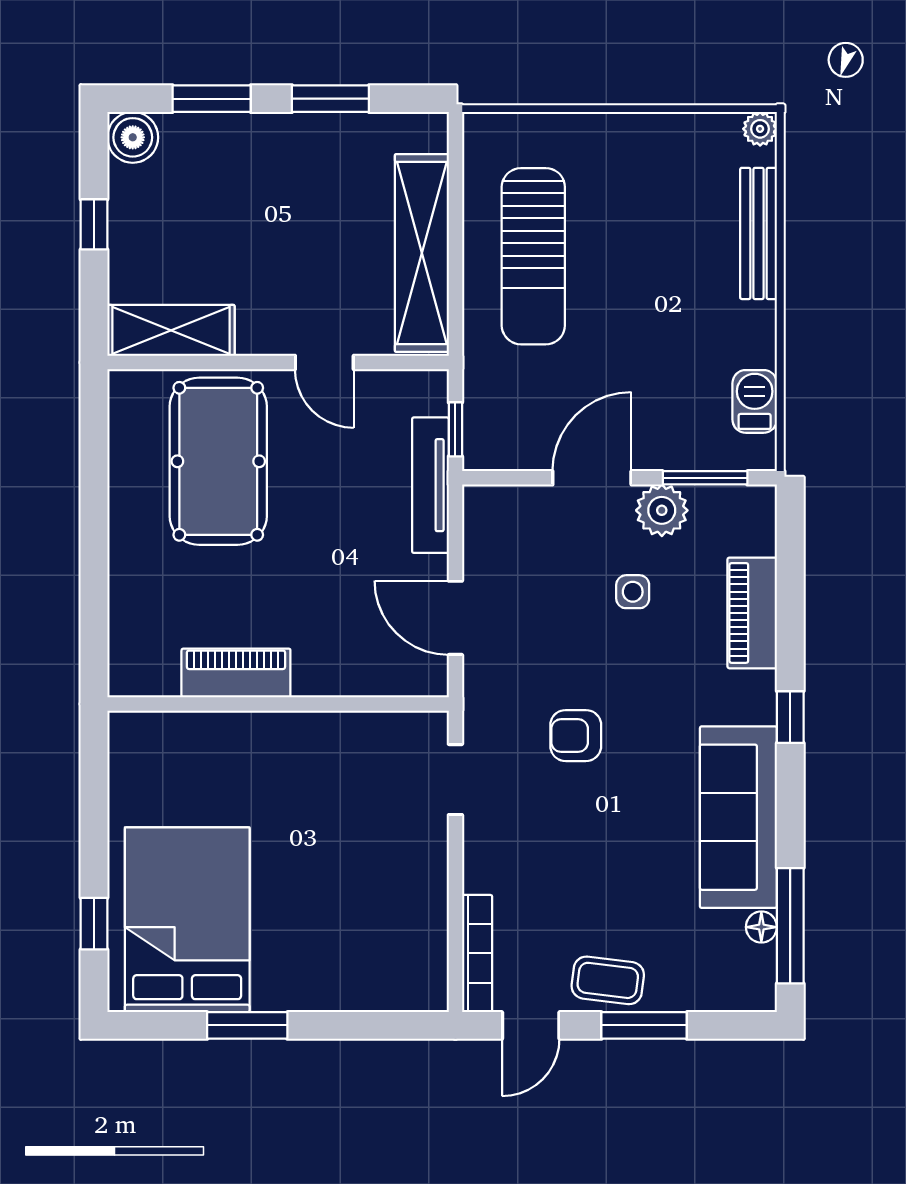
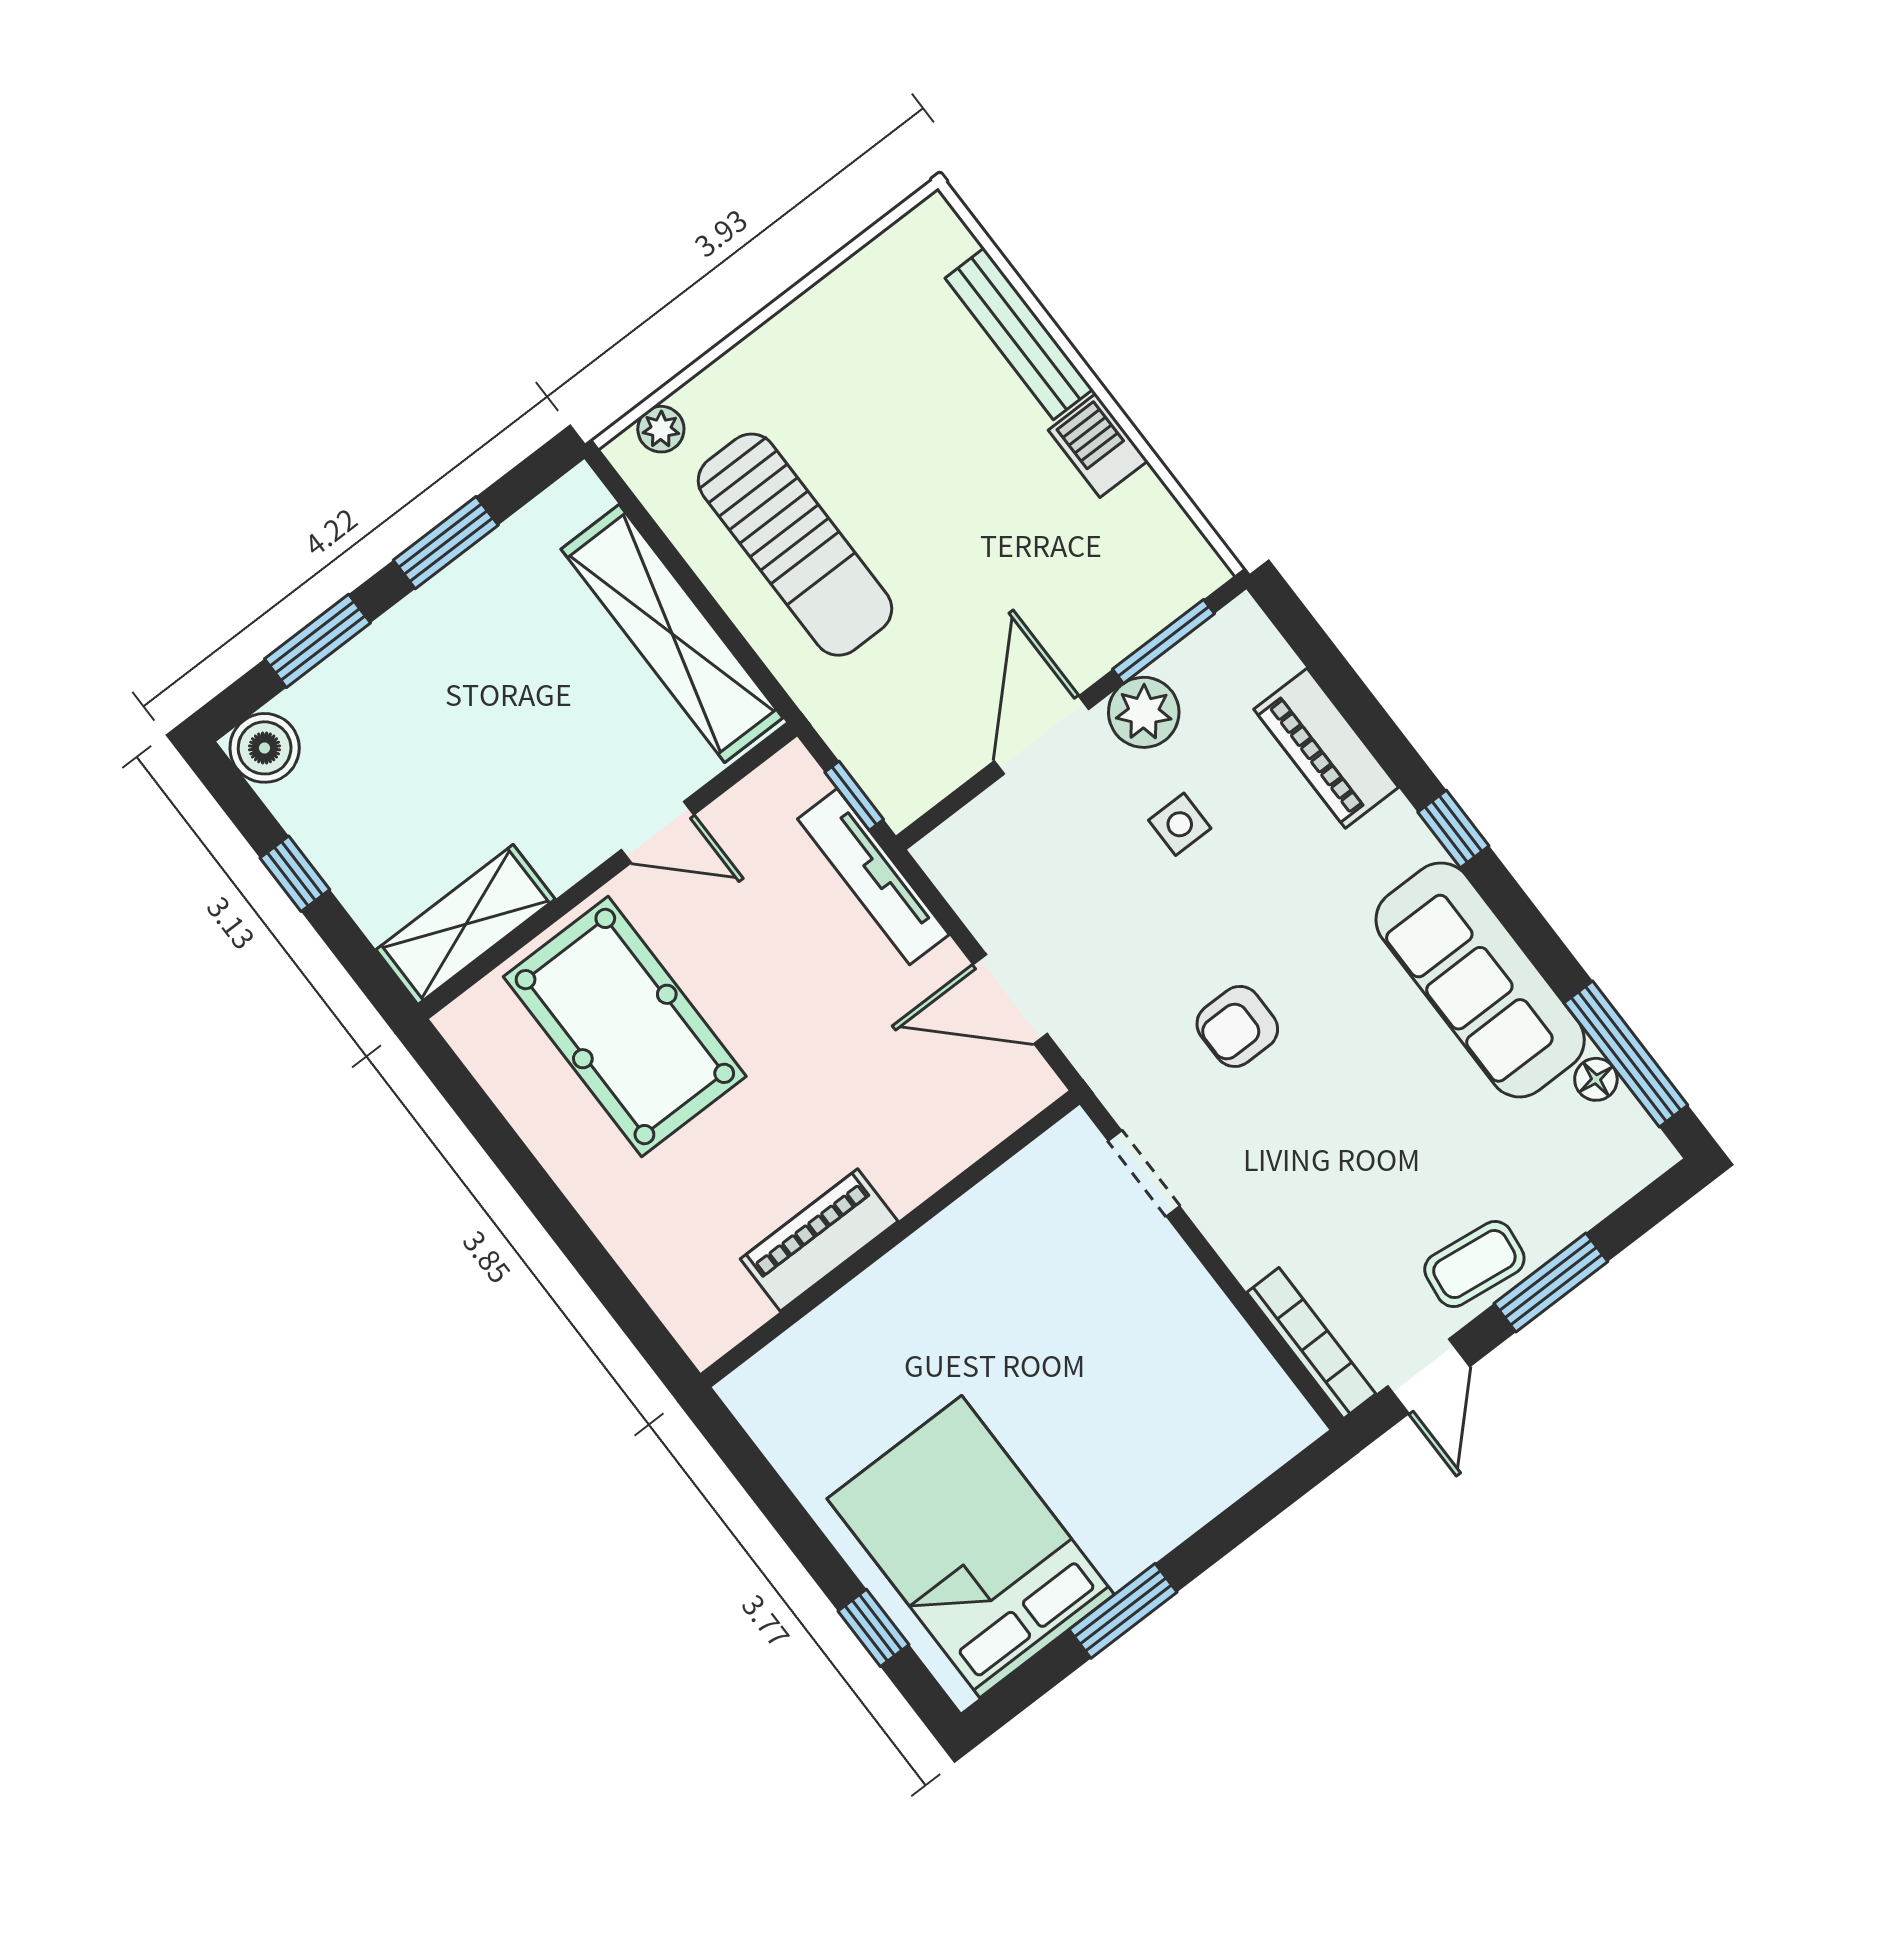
plant: (760, 129) -> (661, 429), moved
barbecue: (755, 401) -> (1098, 445), moved

